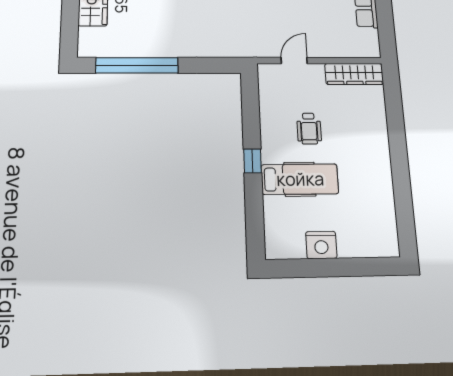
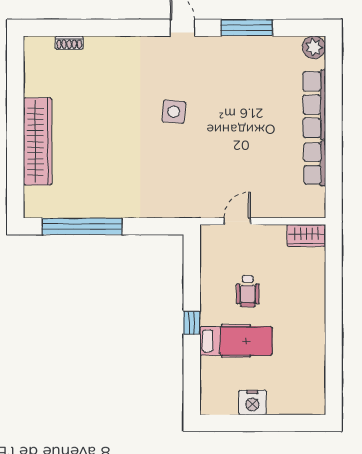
wardrobe: (354, 74) -> (306, 235), width x0.67

